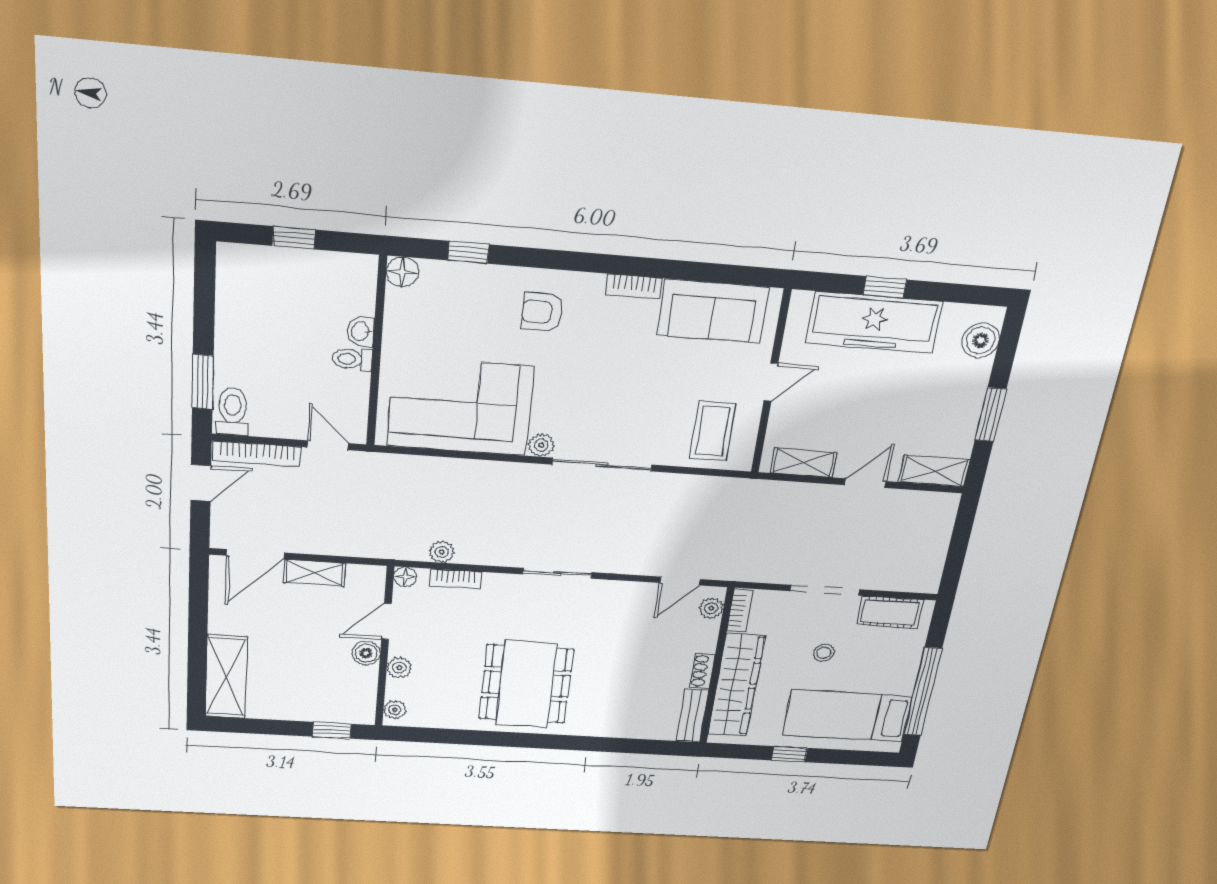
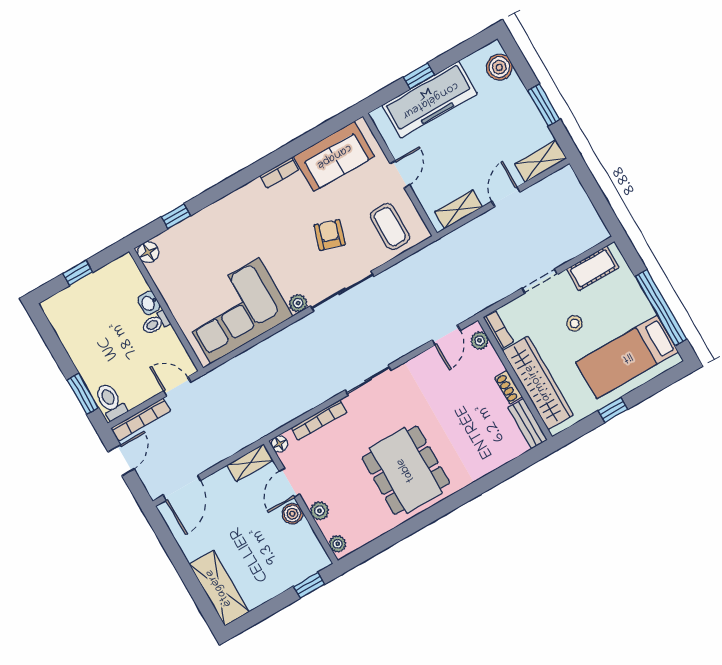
armchair: (542, 312) -> (330, 235), moved, turned 107
plant: (442, 552) -> (290, 412), removed
shelving: (314, 573) -> (250, 463), moved
bookcase: (456, 579) -> (319, 420), width x1.56
doorway: (825, 590) -> (540, 281), width x0.73

